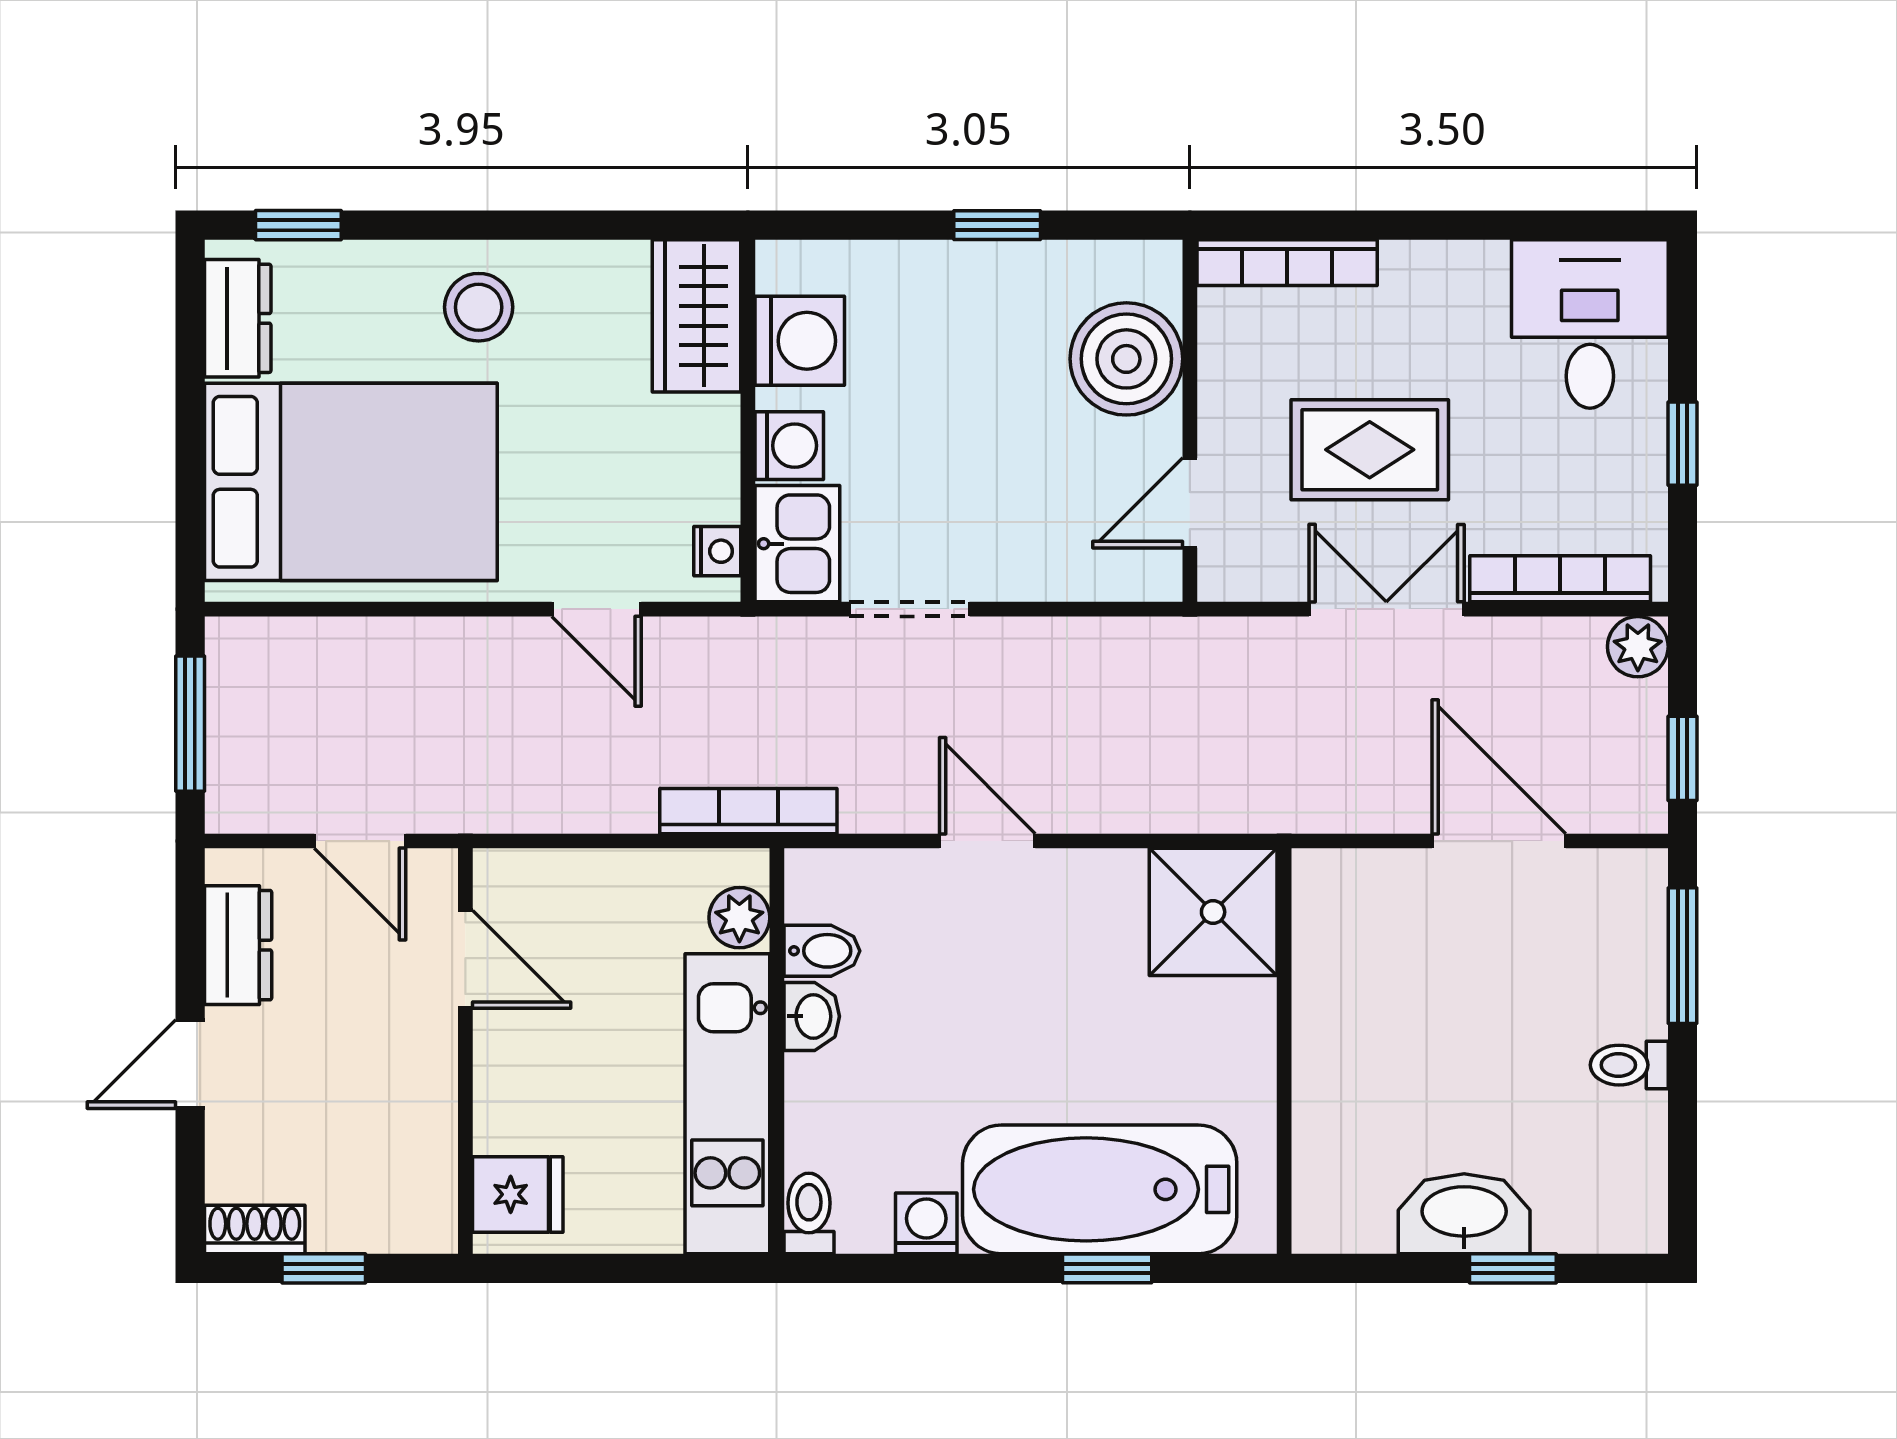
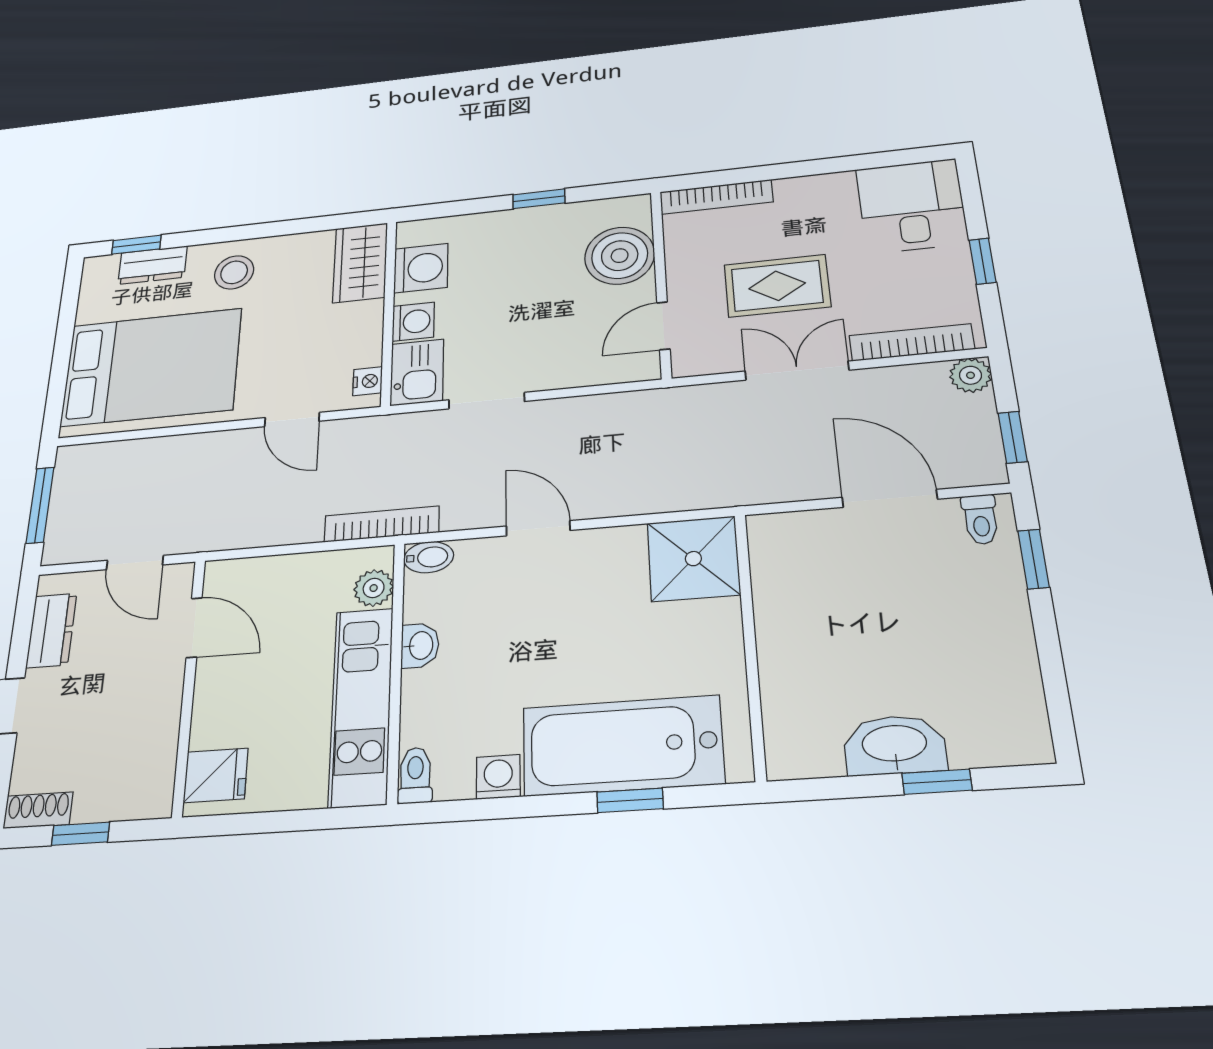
dresser: (238, 318) -> (153, 265), moved, turned 90
bidet: (822, 951) -> (429, 557), moved
window: (1682, 956) -> (1034, 559), width x0.67
toilet: (1629, 1065) -> (981, 519), moved, turned -90

